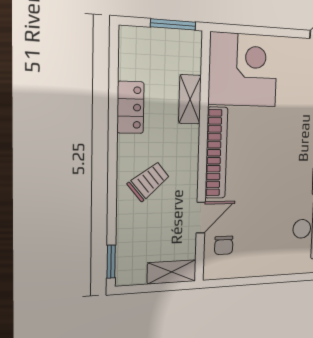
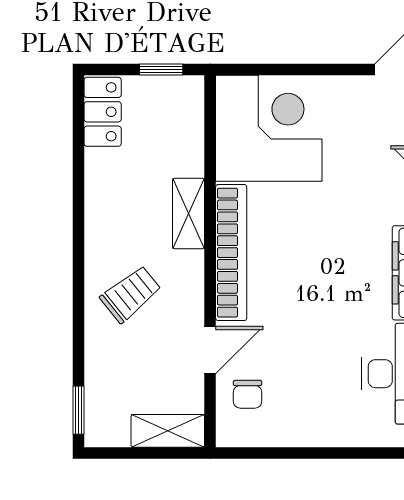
window: (173, 24) -> (161, 70), width x0.67
shelving: (190, 99) -> (188, 213), moved
locker: (130, 107) -> (103, 112), moved

